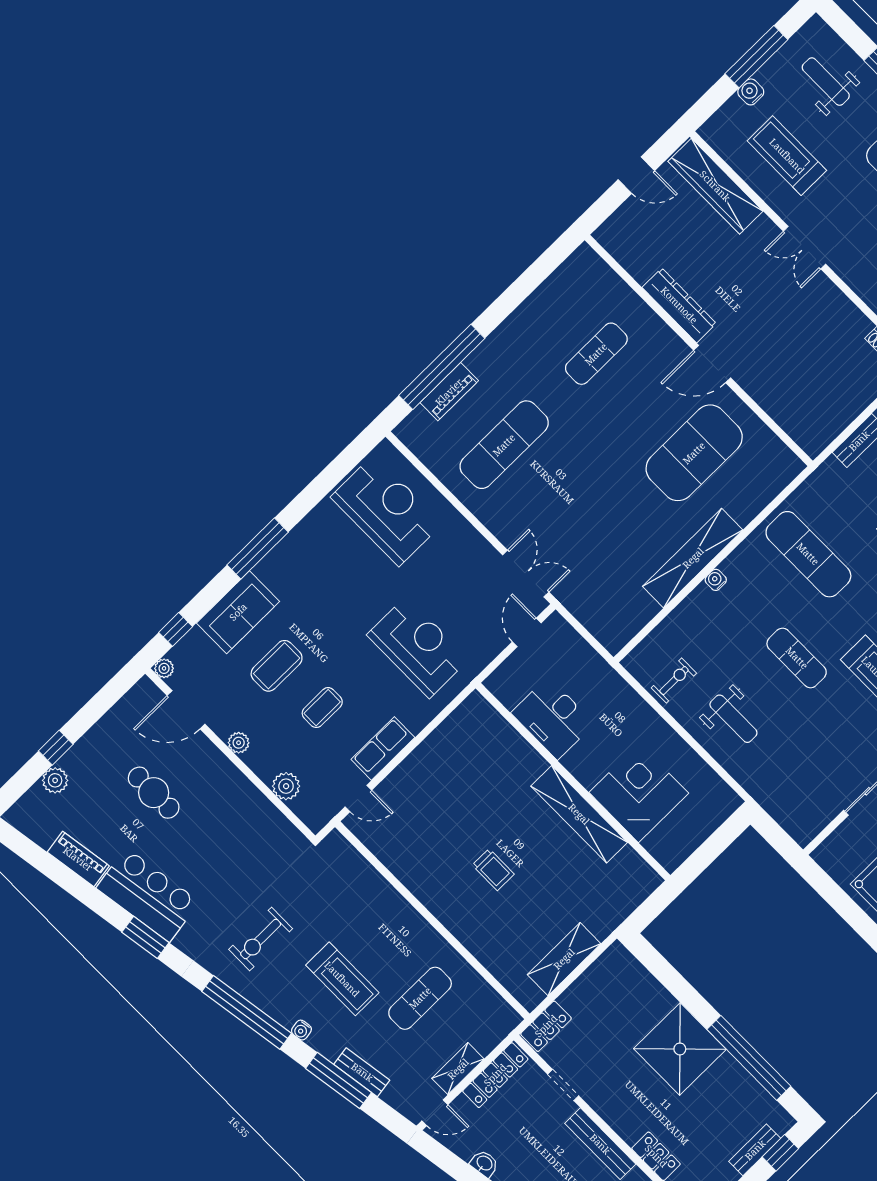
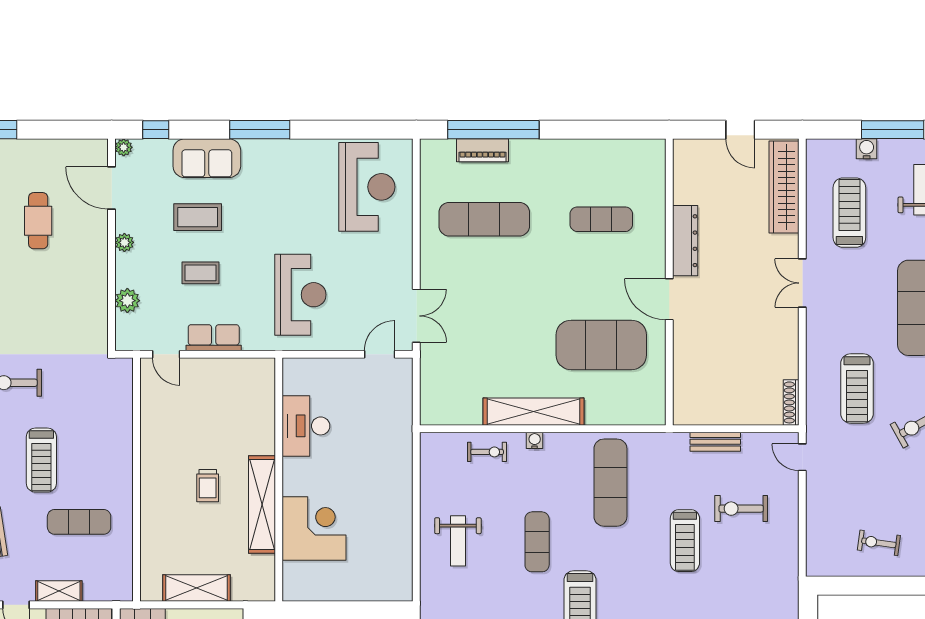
exercise bike: (674, 681) -> (487, 452), moved
desk: (553, 718) -> (306, 426), moved
wall: (573, 782) -> (279, 480), moved
corner desk: (639, 793) -> (314, 529), moved
shelving: (579, 814) -> (262, 504), moved

